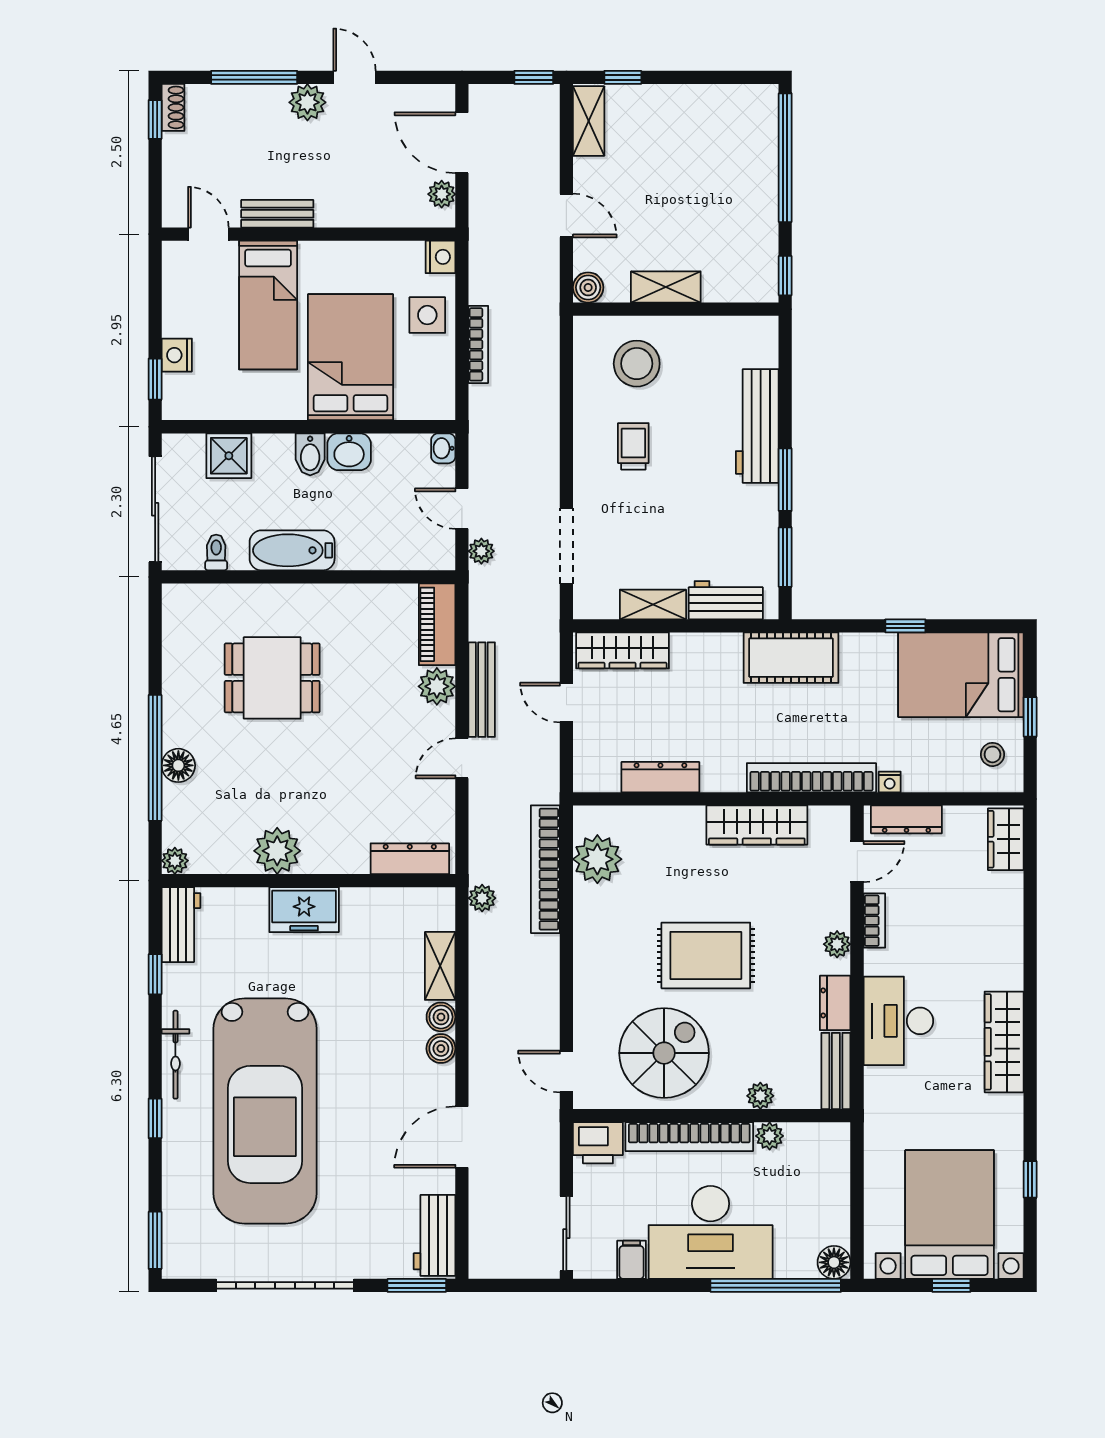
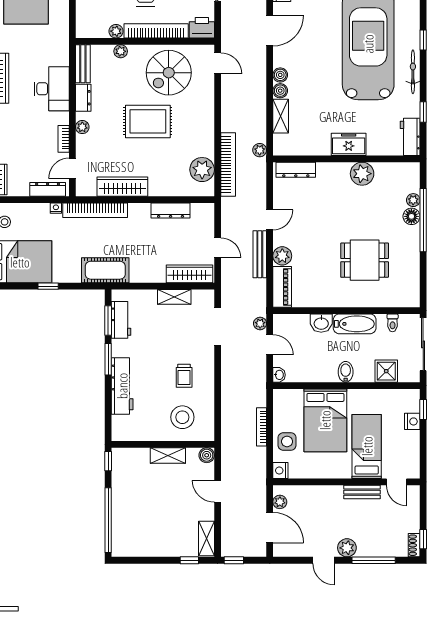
washbasin: (349, 452) -> (321, 323), moved, turned 180
workbench: (726, 600) -> (121, 320), moved, turned -90
plant: (175, 861) -> (413, 200), moved

